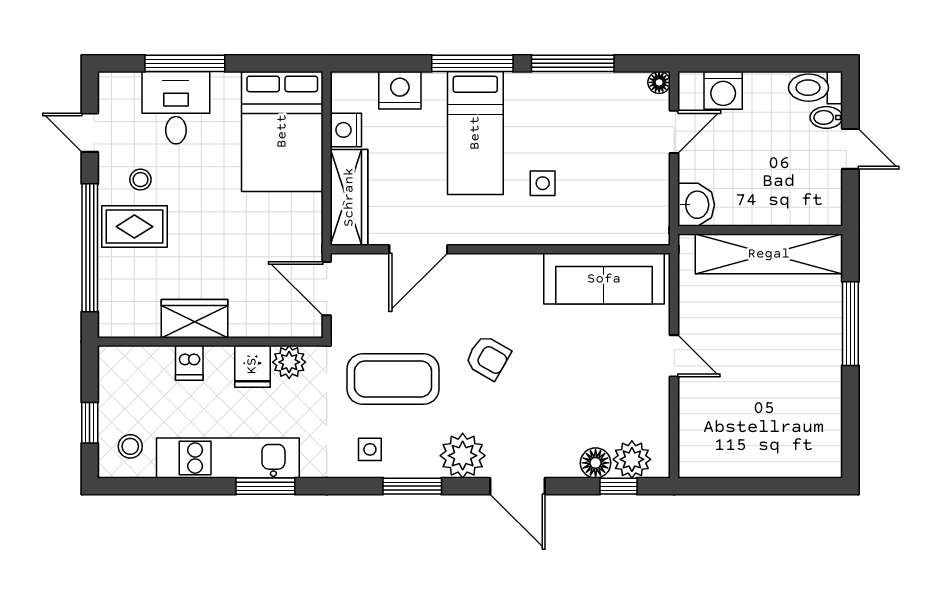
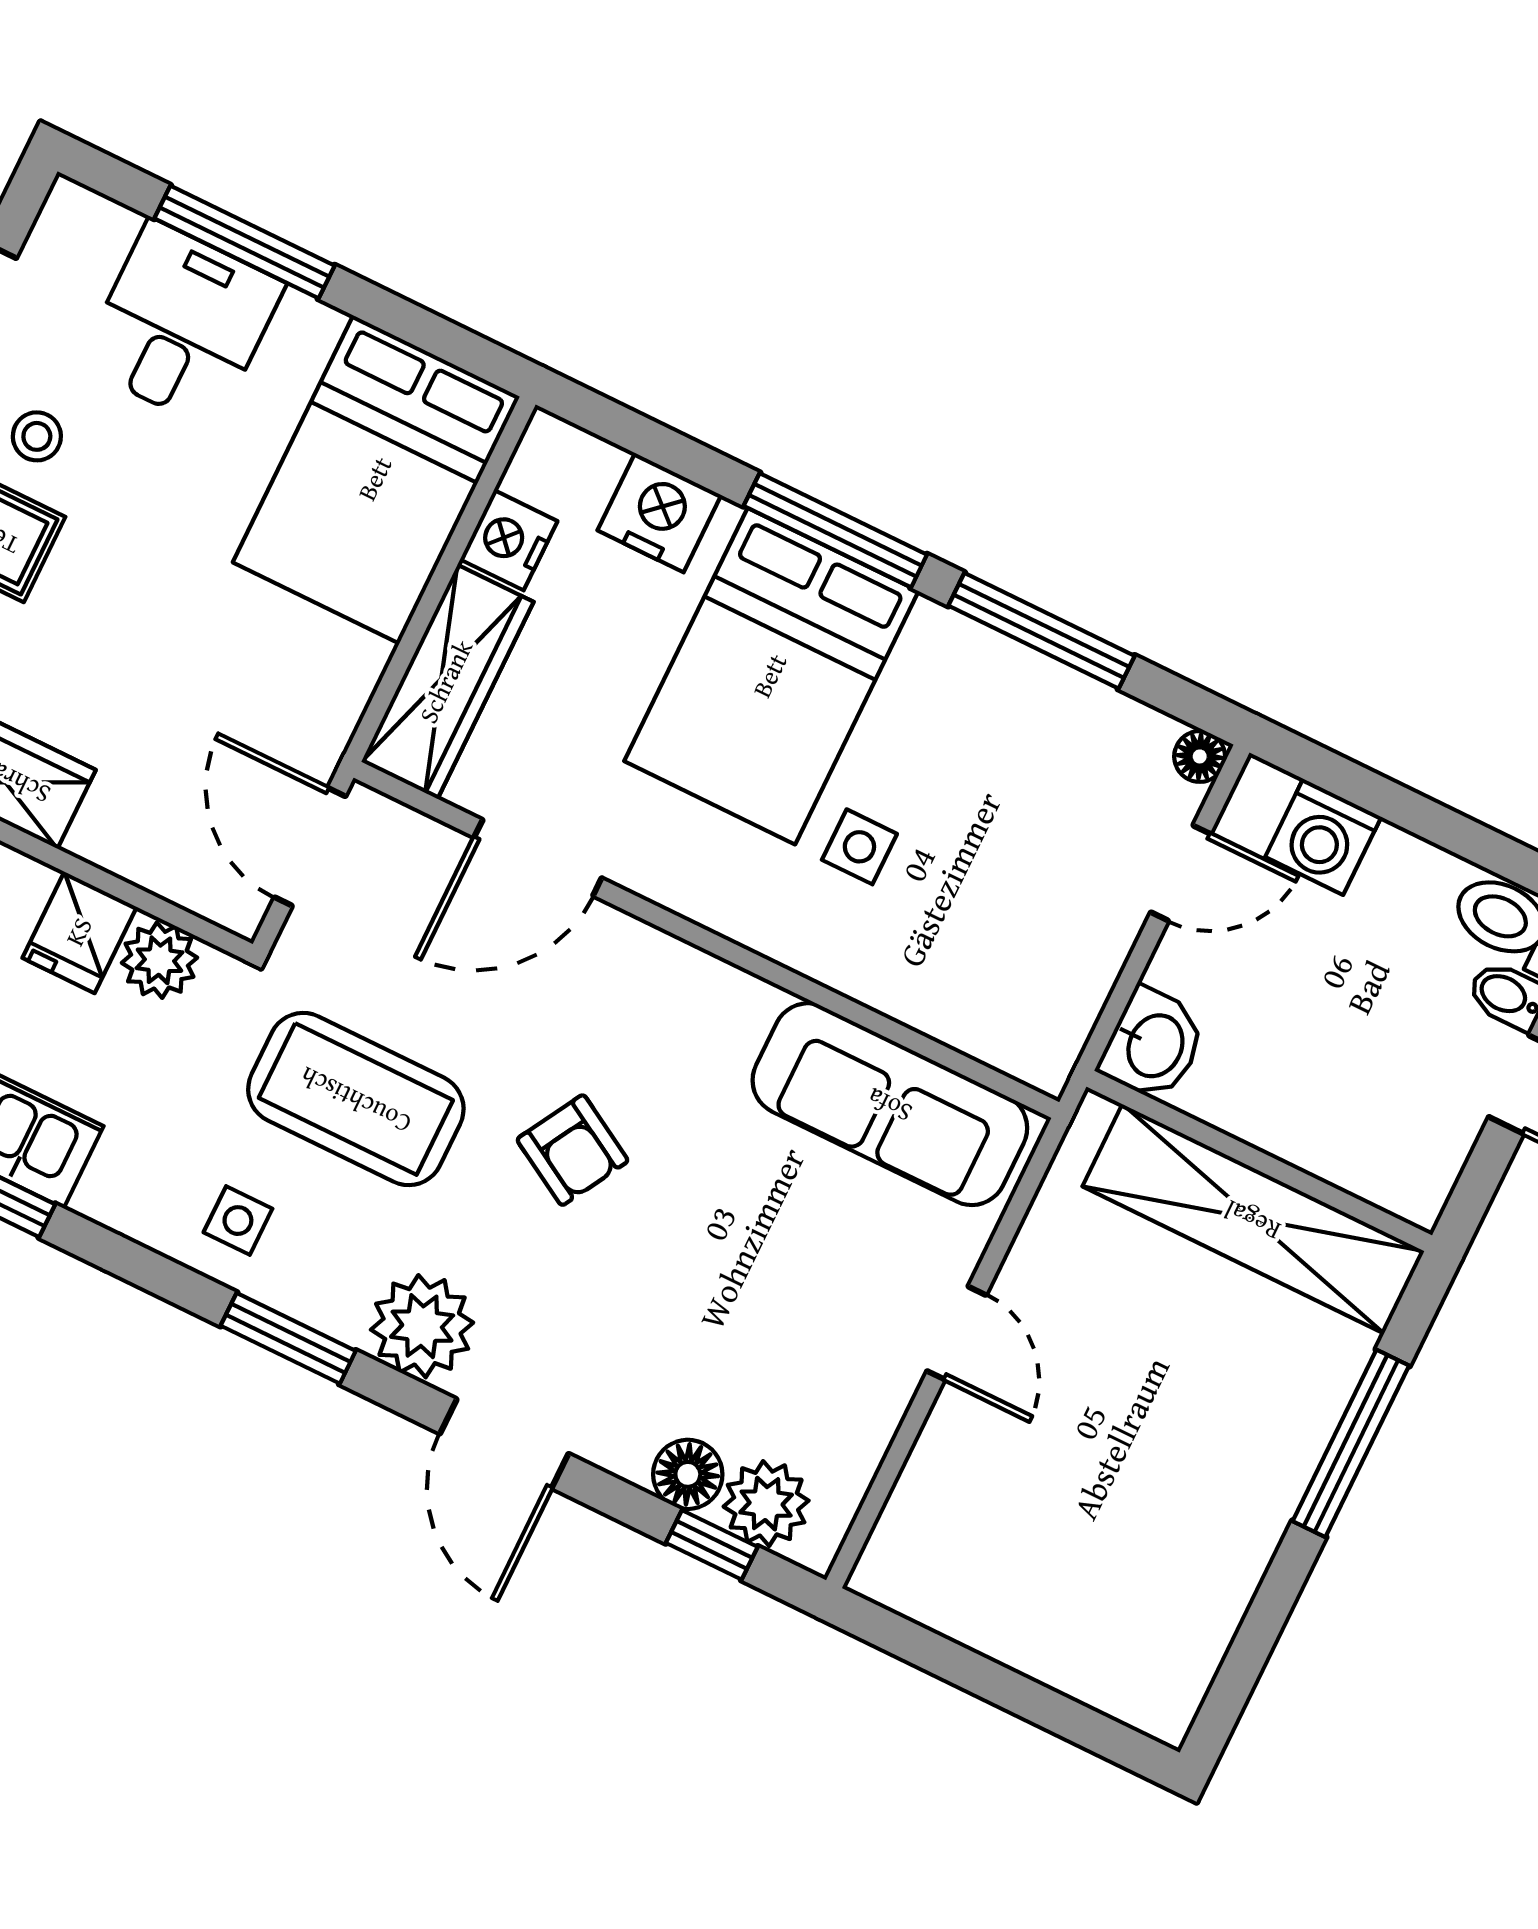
bed: (475, 133) -> (771, 676), width x1.50

